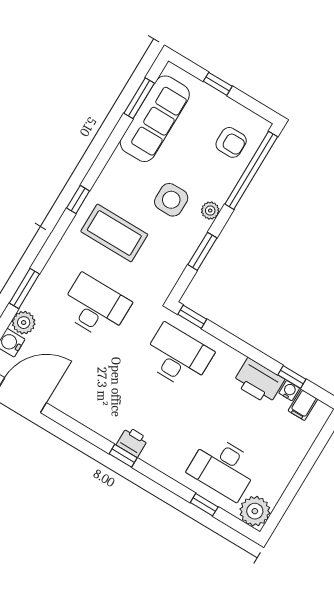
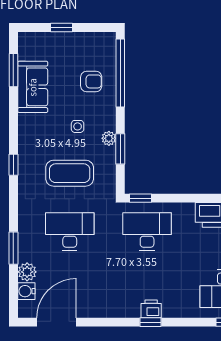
sofa: (155, 119) -> (33, 87), width x0.73
armchair: (231, 142) -> (91, 81), moved
side table: (171, 200) -> (78, 126), width x0.54, depth x0.54
plant: (210, 211) -> (109, 138), moved
coffee table: (114, 233) -> (70, 173), moved

